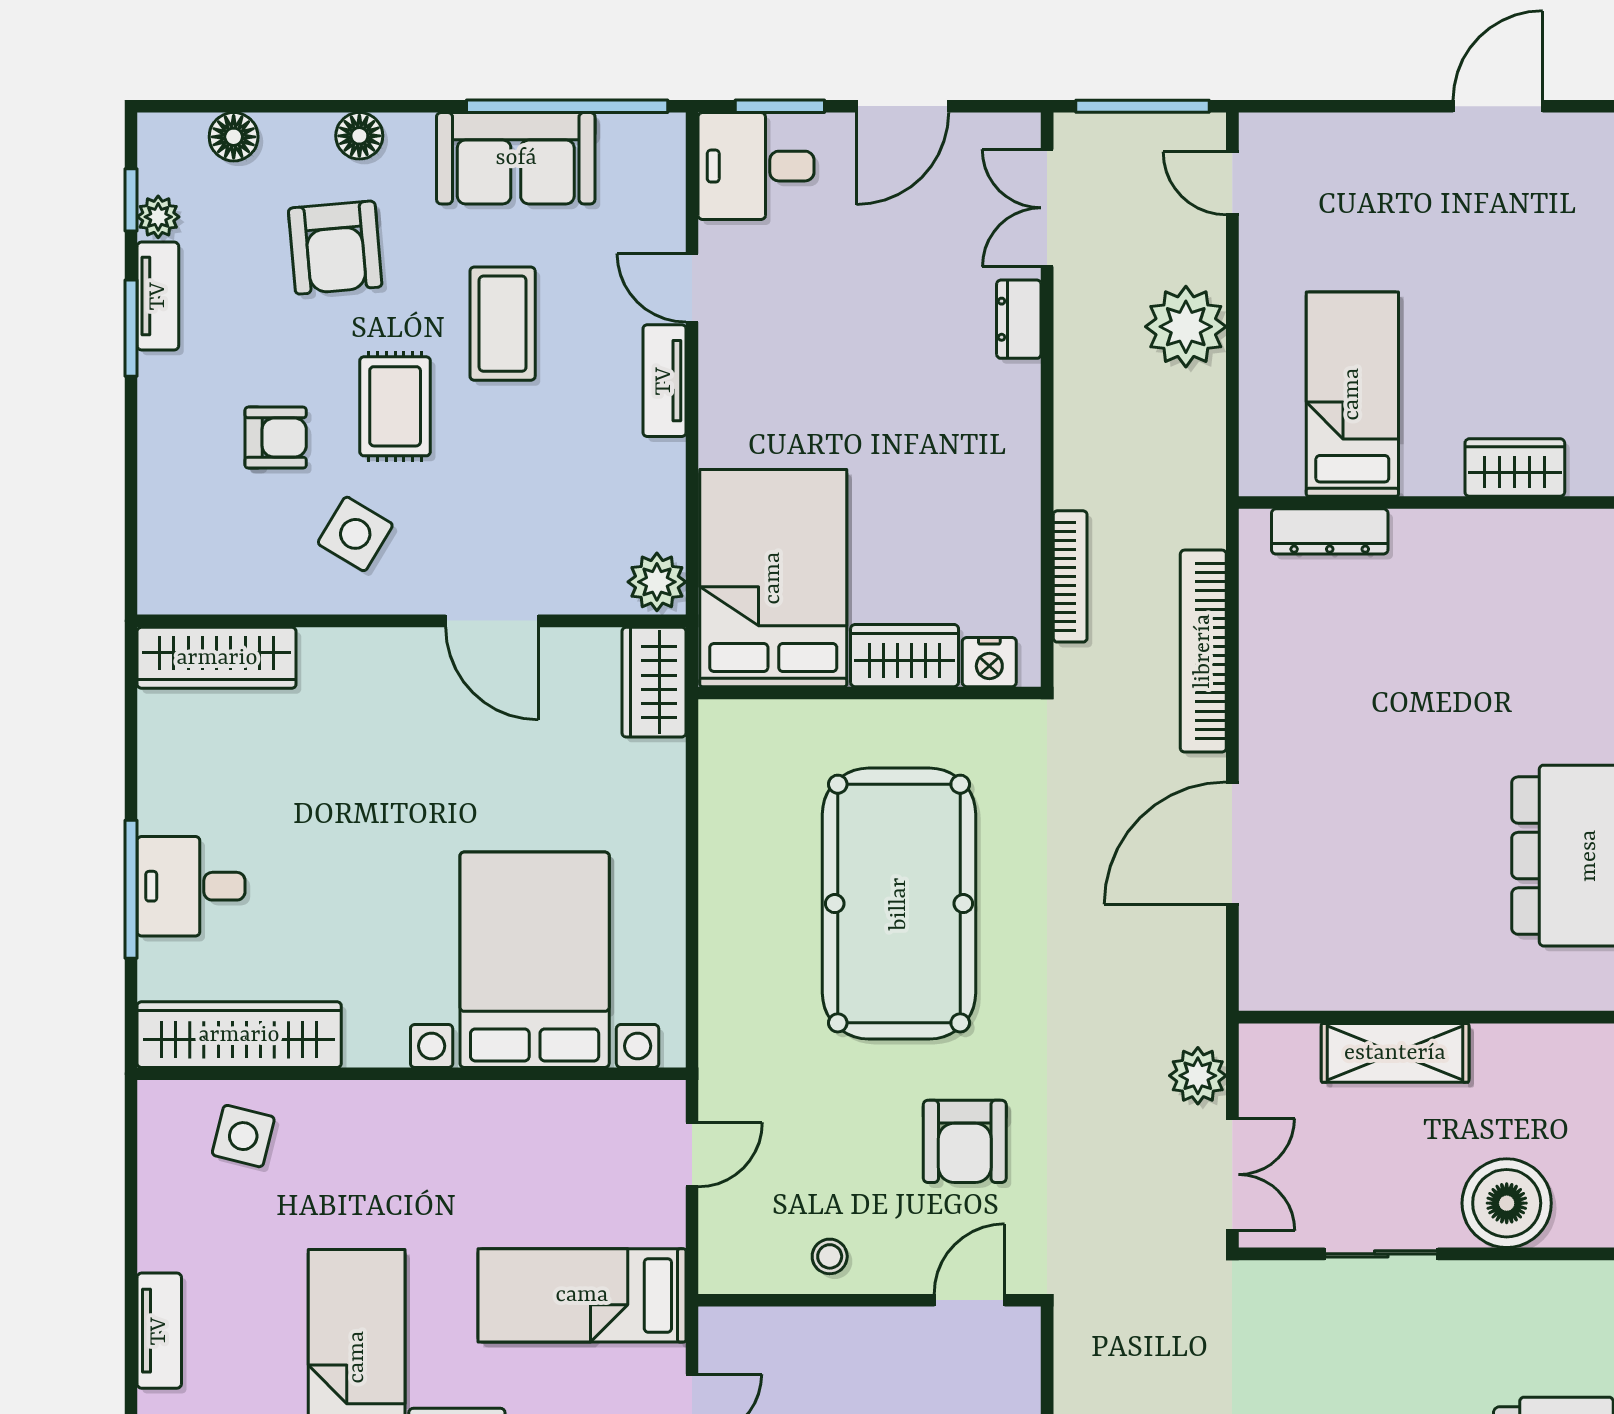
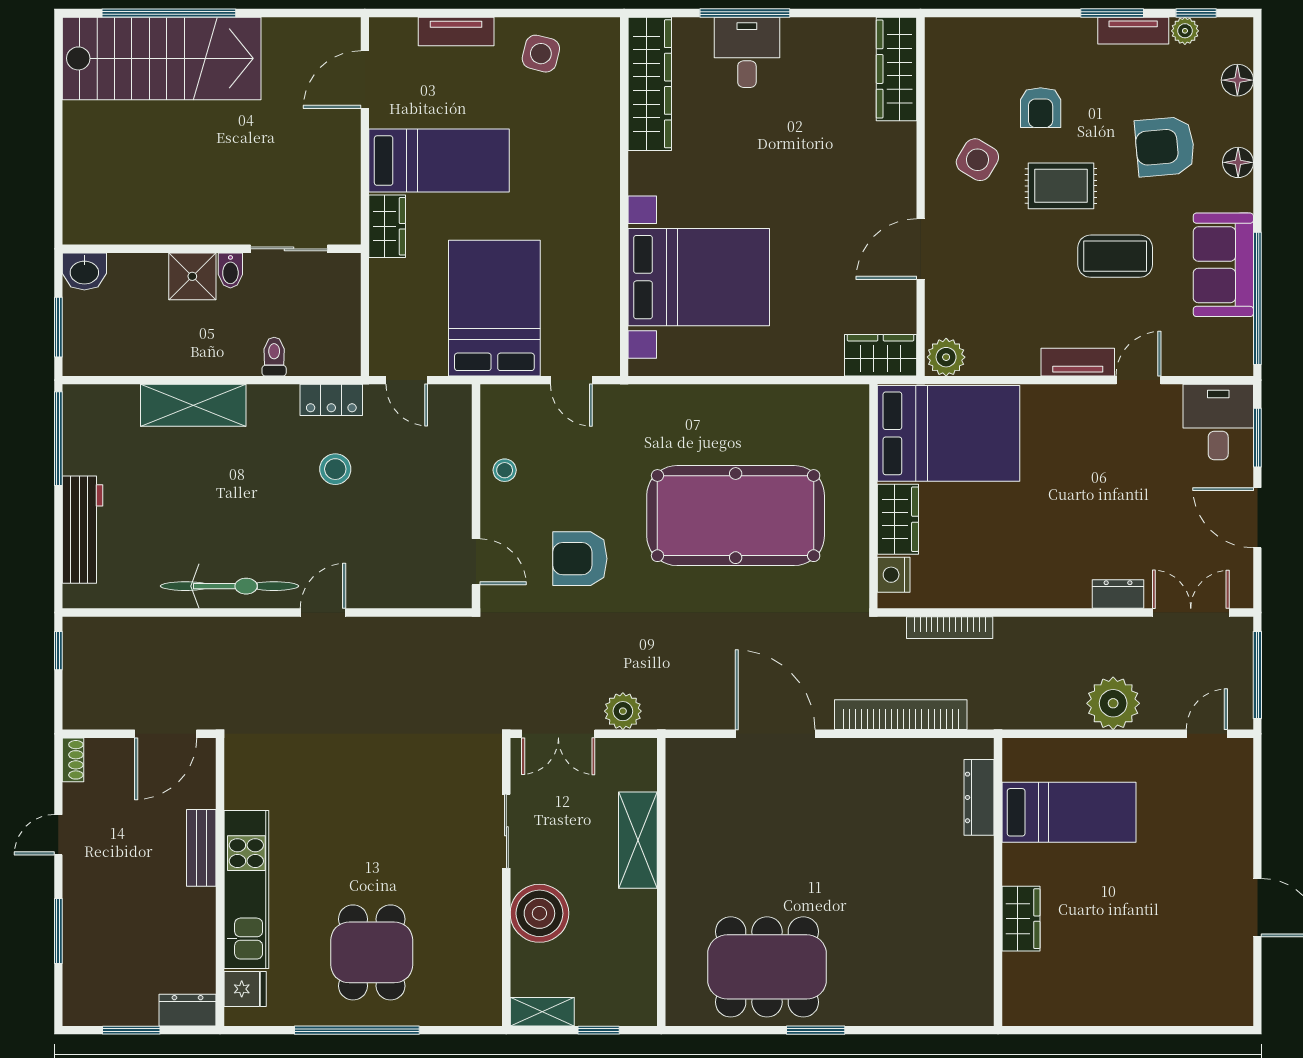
side table: (243, 1136) -> (541, 54), moved
bed: (582, 1295) -> (494, 308), width x1.50

